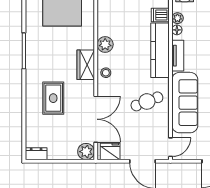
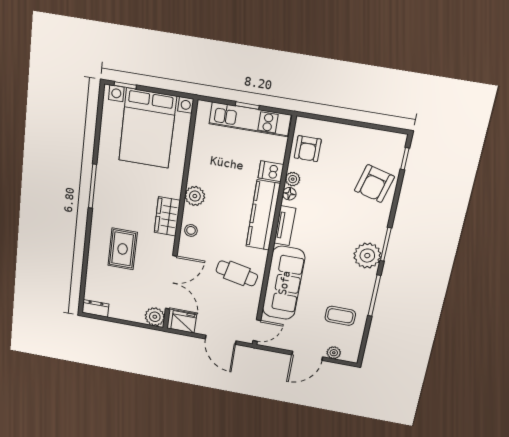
cafe table: (147, 101) -> (237, 273), turned 33

